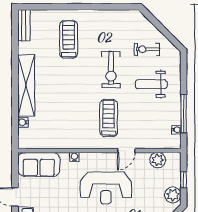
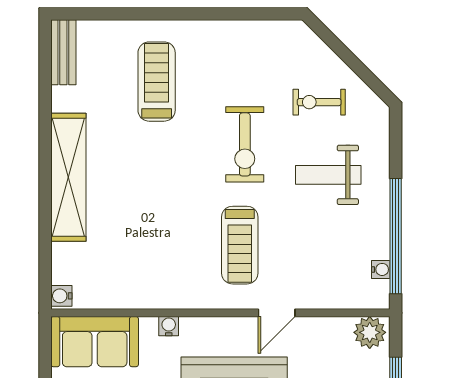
window: (184, 114) -> (396, 236), width x1.46
treadmill: (109, 118) -> (240, 245), turned 180
water cooler: (23, 122) -> (61, 296), moved
plant: (158, 160) -> (370, 332), moved

